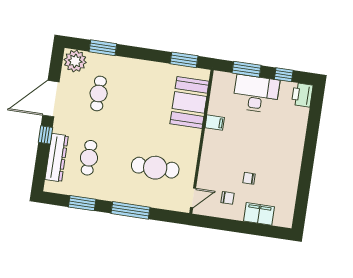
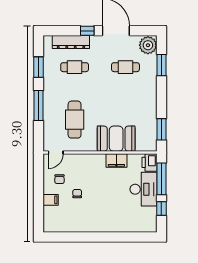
window: (246, 69) -> (161, 179), width x1.44
printer: (302, 95) -> (150, 162), moved, turned -90
booth: (190, 102) -> (116, 139), moved
filing cabinet: (215, 123) -> (116, 161), width x2.00
door: (193, 198) -> (56, 152), hinge flipped
filing cabinet: (259, 214) -> (51, 200), width x0.50

